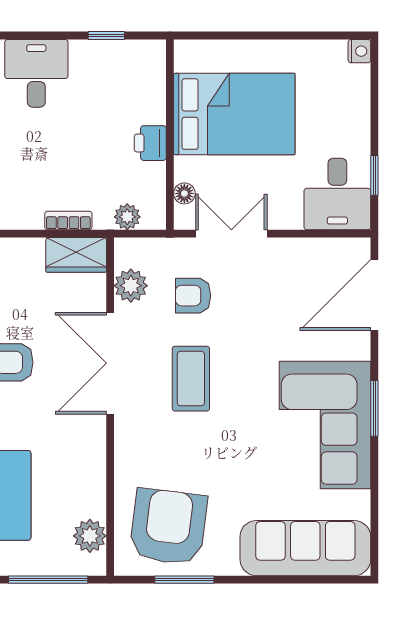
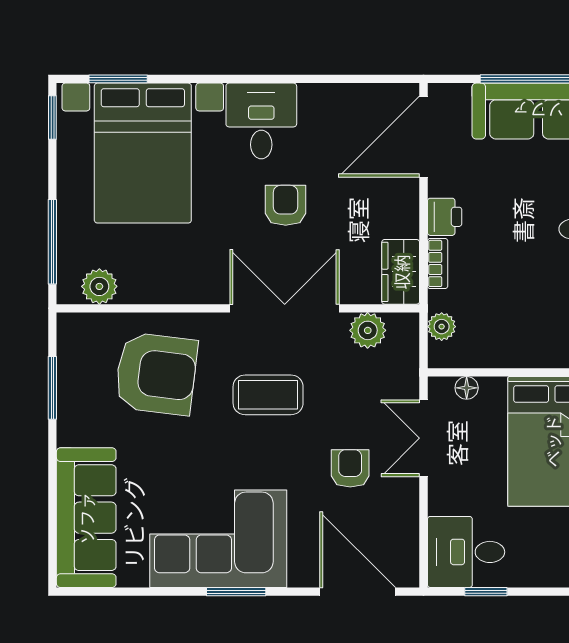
printer: (150, 143) -> (445, 217), moved, turned 90
double door: (231, 234) -> (424, 438), swing flipped
armchair: (193, 296) -> (350, 468), moved
armchair: (168, 527) -> (156, 374), moved

